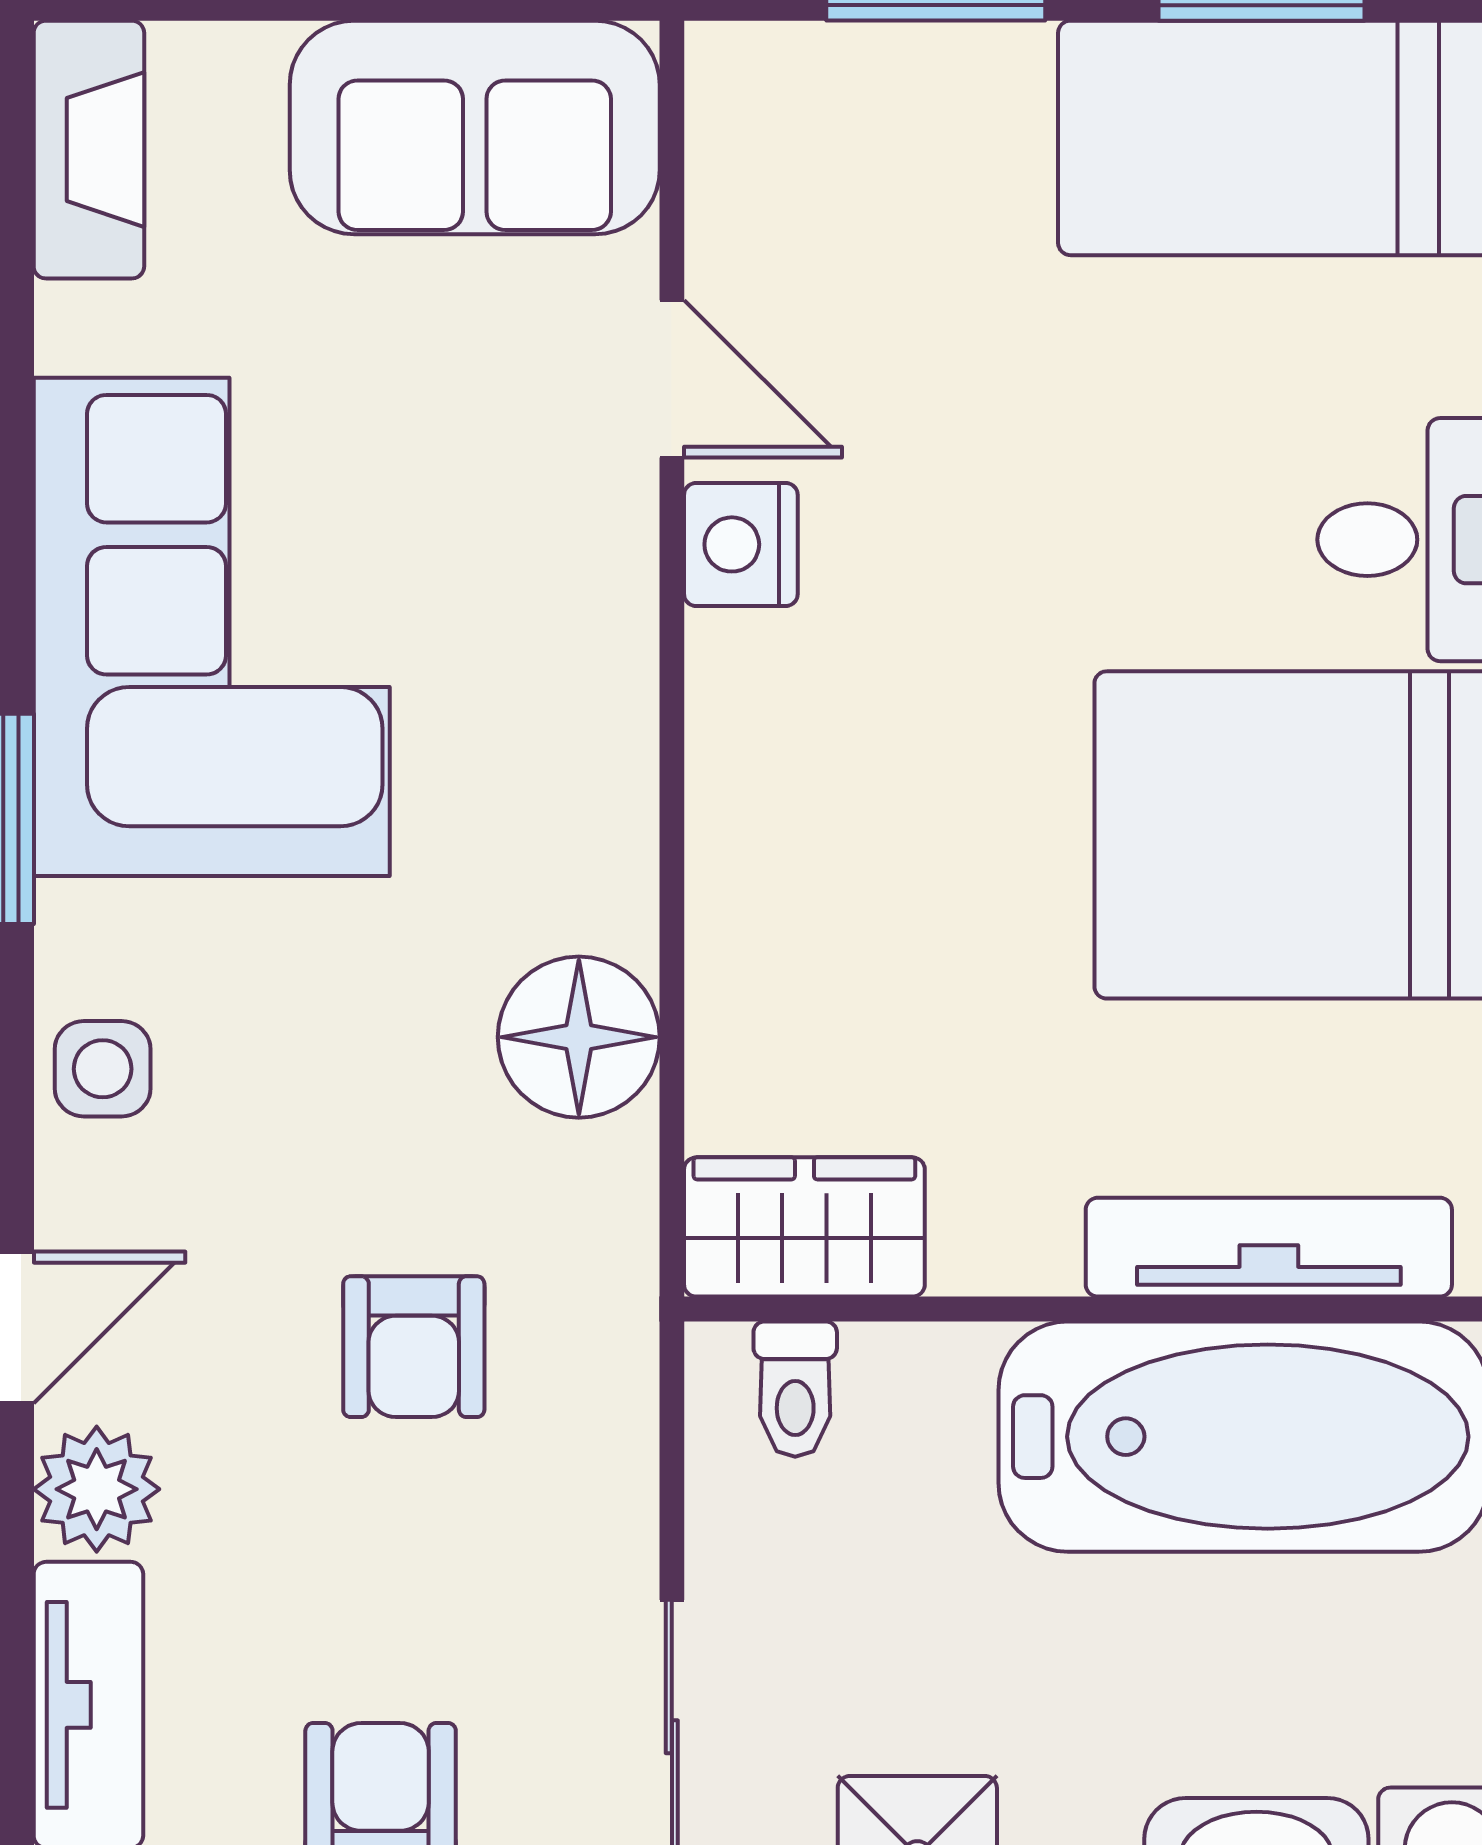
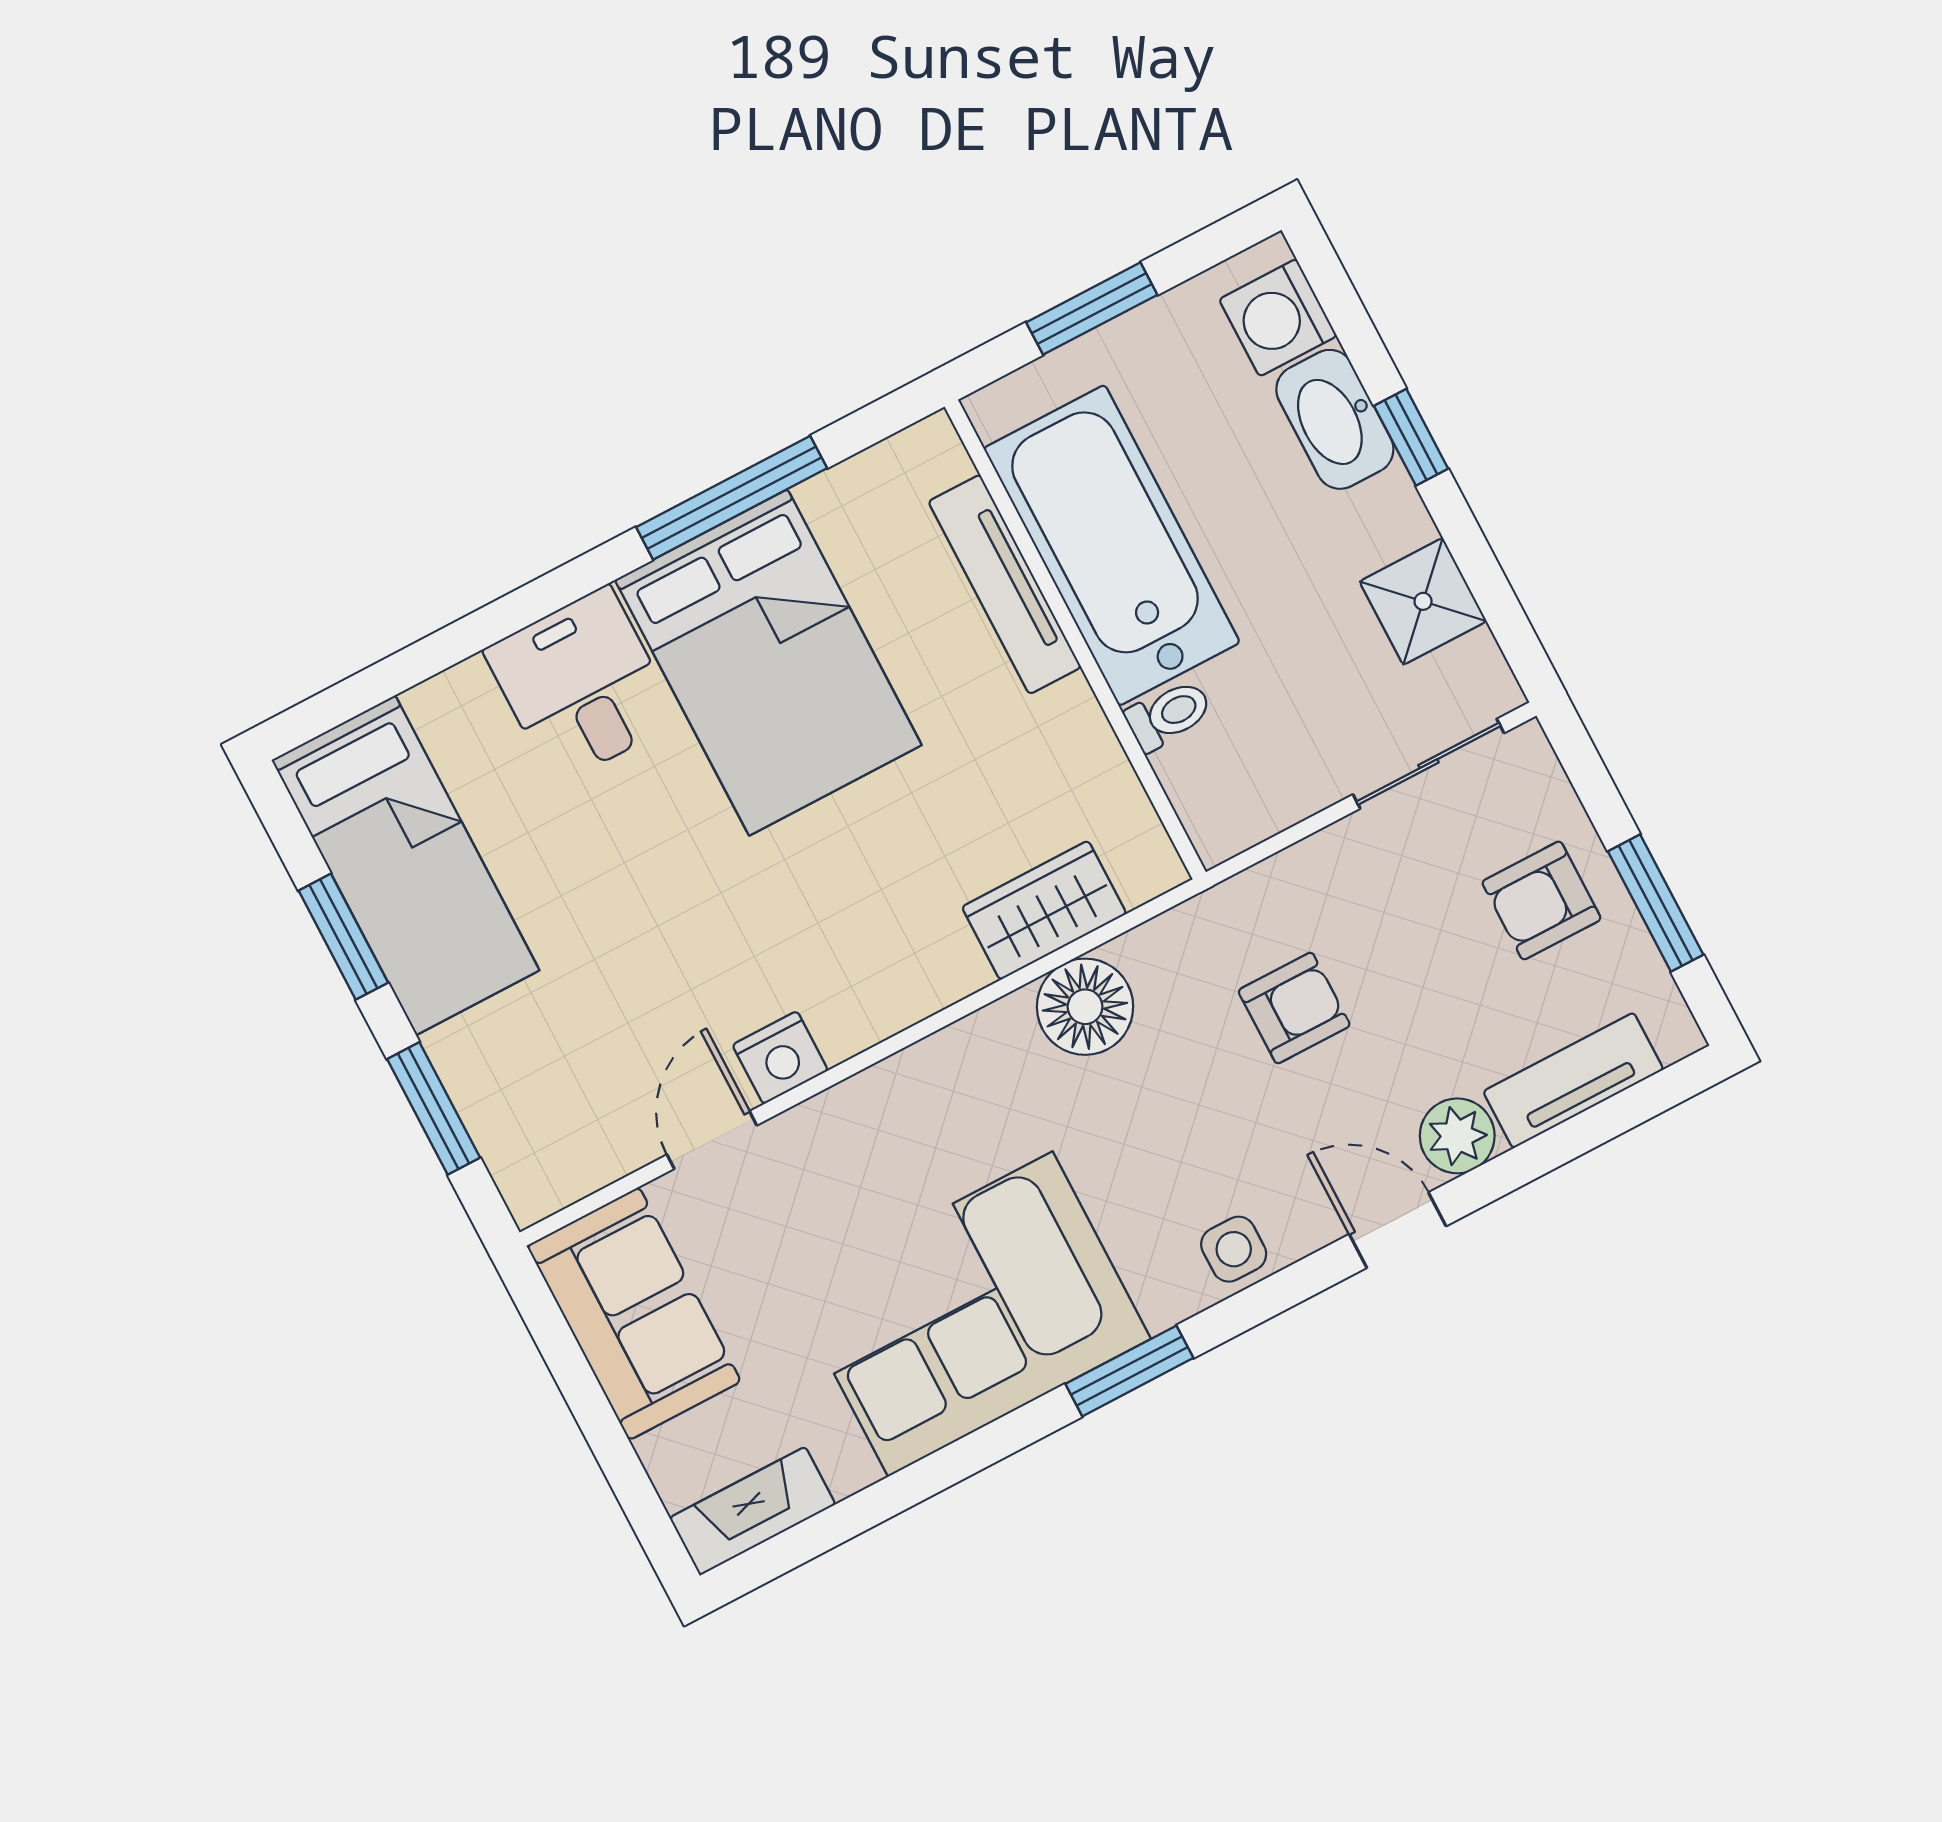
wardrobe: (804, 1227) -> (1044, 910), moved, turned 90
toilet: (795, 1389) -> (1169, 715), moved

